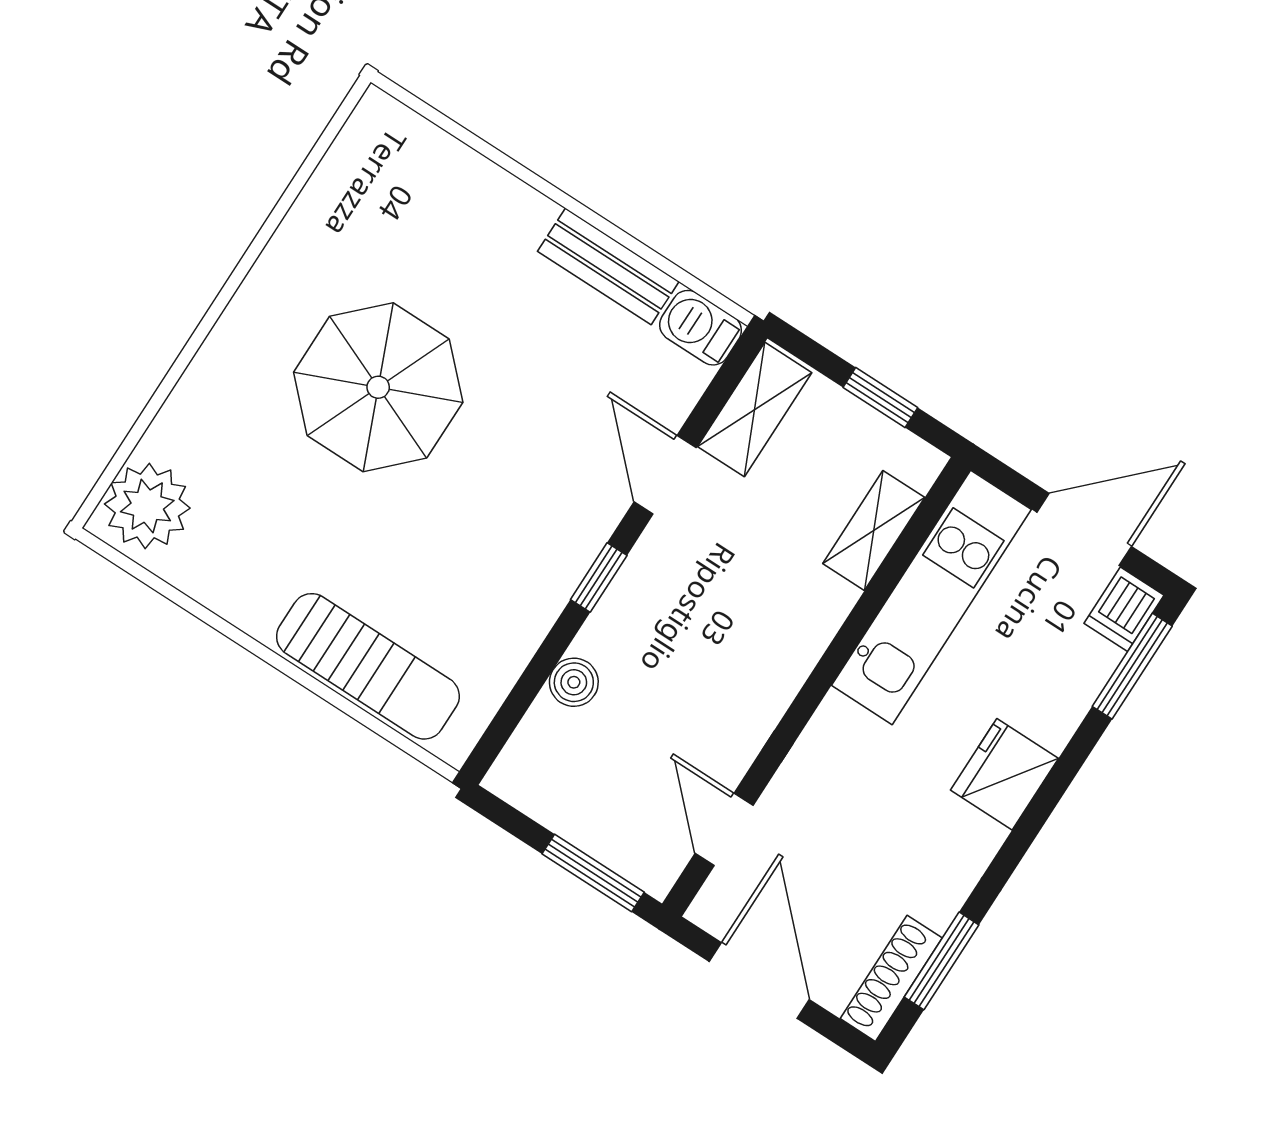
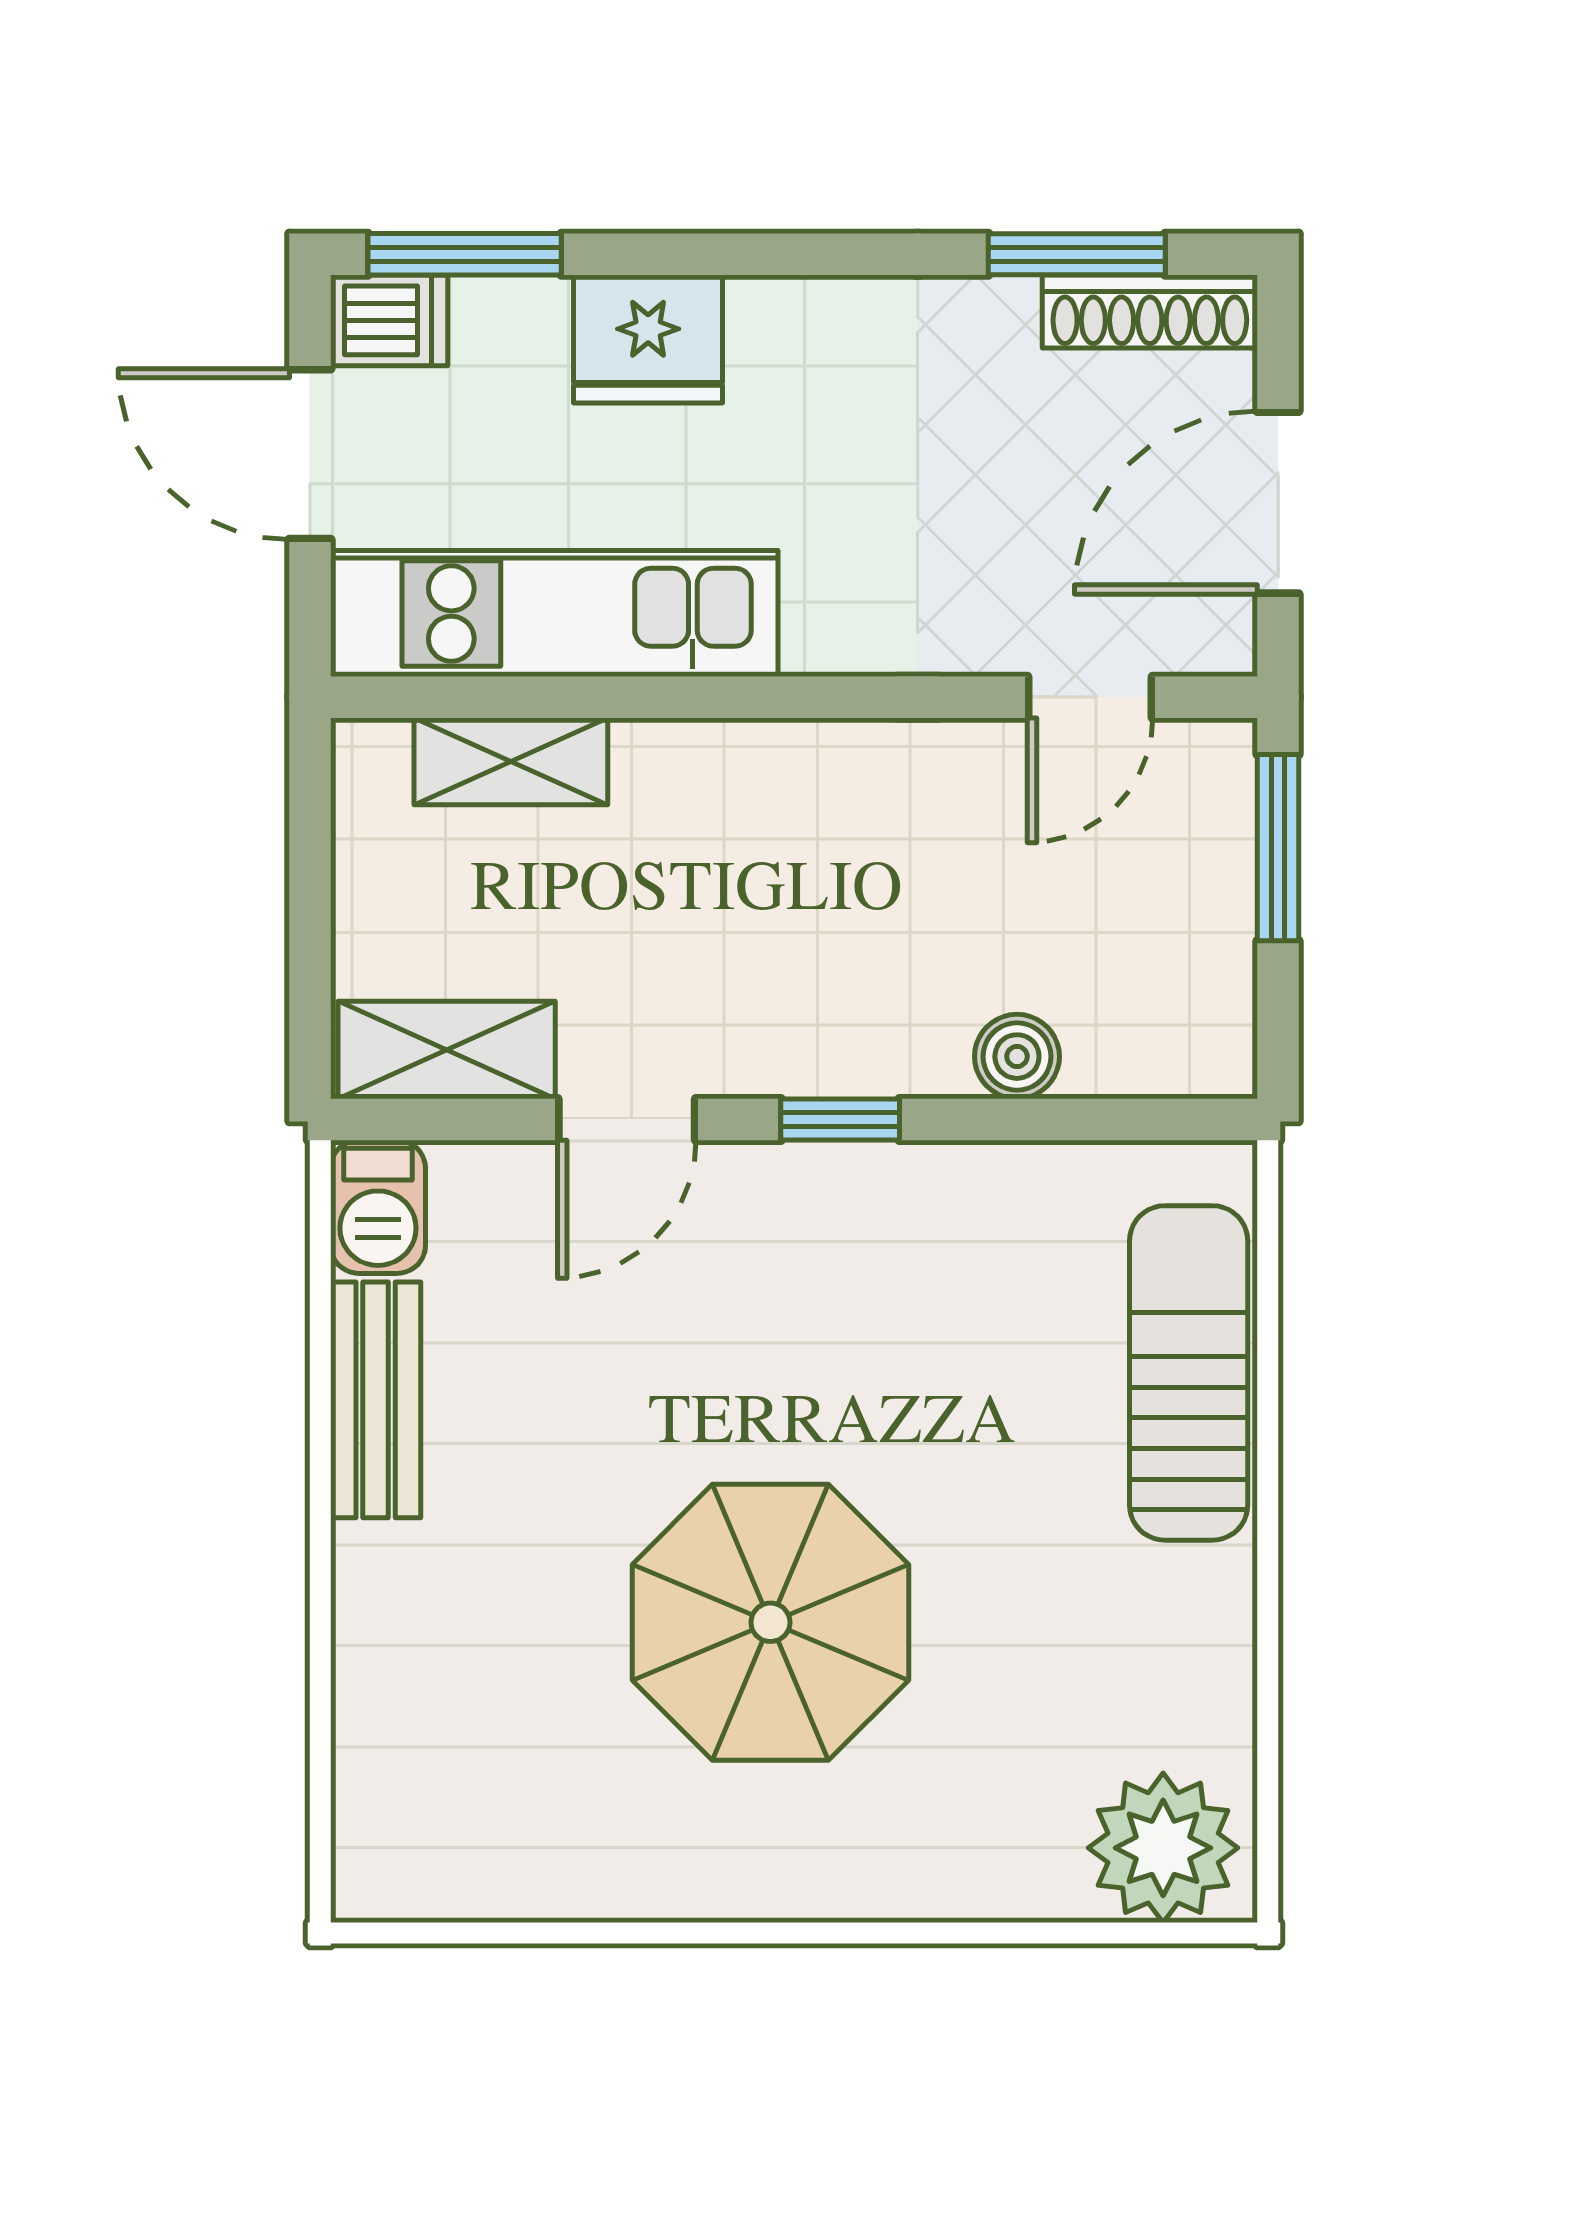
window: (880, 397) -> (310, 878), removed
fridge: (1004, 774) -> (648, 339), moved

